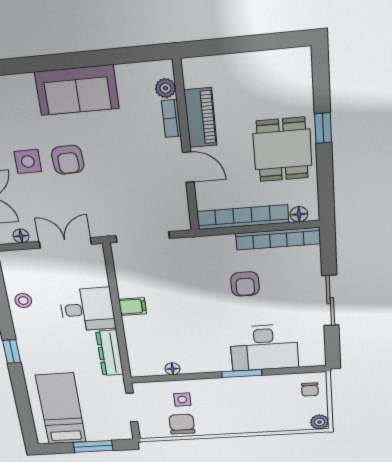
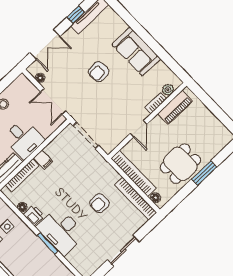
piano: (201, 118) -> (175, 107), moved
window: (323, 128) -> (204, 173), width x1.50
side table: (28, 161) -> (83, 54), removed
double door: (65, 243) -> (53, 101), swing flipped
bookcase: (133, 342) -> (22, 175), added
desk: (264, 348) -> (61, 231), moved
printer: (194, 364) -> (34, 215), added

